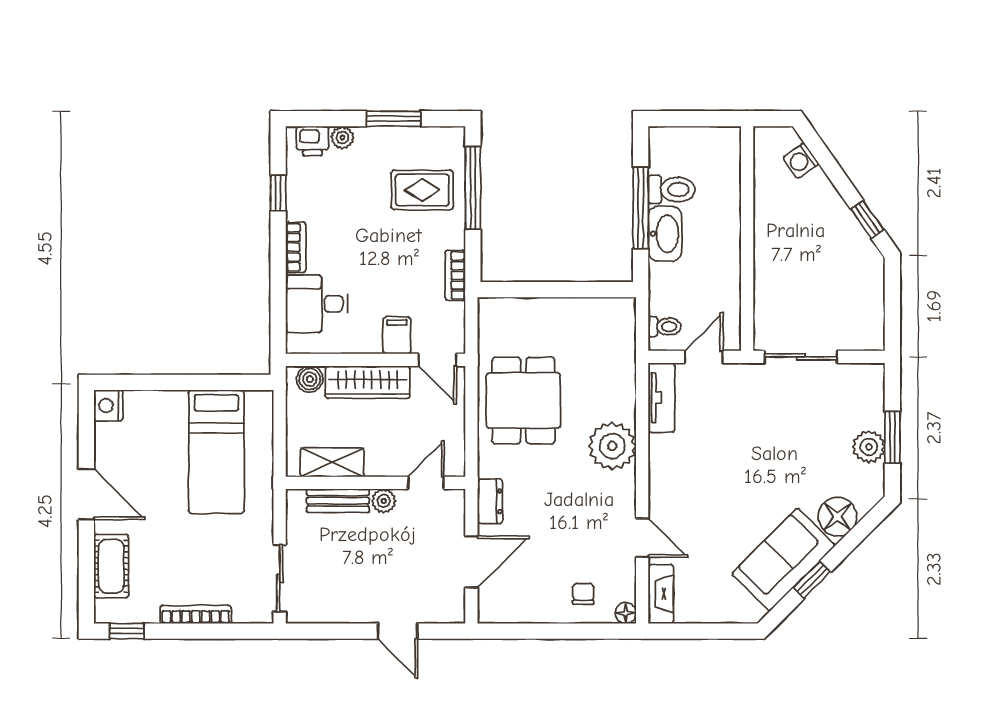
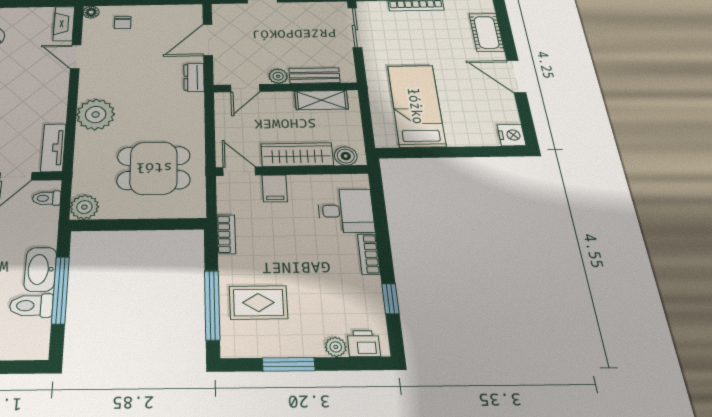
plant: (619, 314) -> (84, 207), added
dining table: (523, 401) -> (154, 168), moved, turned 90

